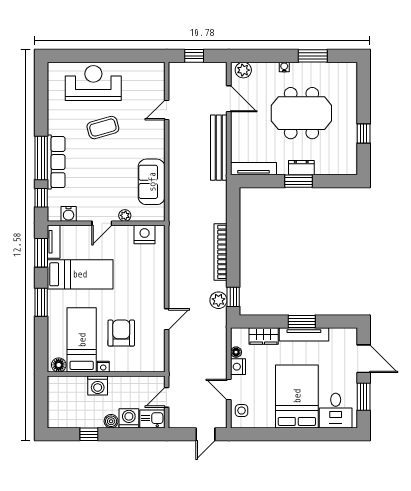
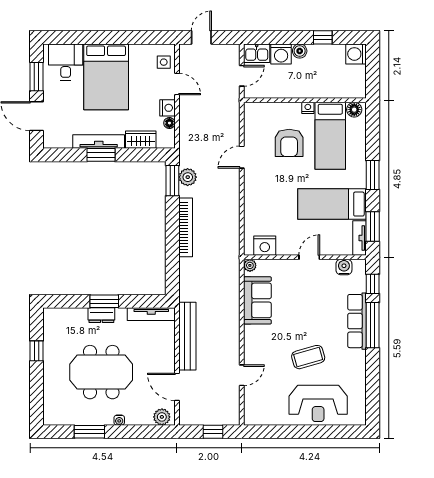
plant: (125, 215) -> (250, 265), moved
window: (233, 297) -> (172, 181), width x1.50
washing machine: (98, 386) -> (356, 54), moved, turned -90

